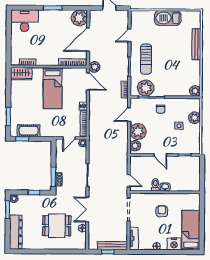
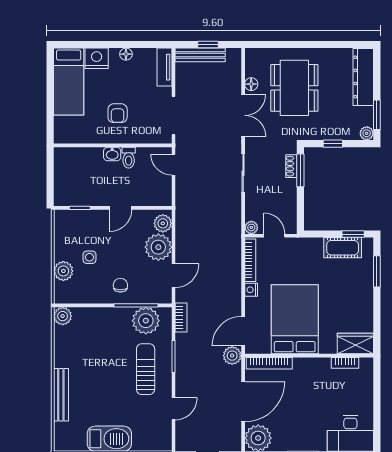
door: (88, 81) -> (243, 331), hinge flipped
bed: (53, 88) -> (295, 319), width x1.50
door: (69, 138) -> (274, 236), hinge flipped
door: (160, 155) -> (121, 208), swing flipped
dining table: (57, 226) -> (294, 88), width x1.38

